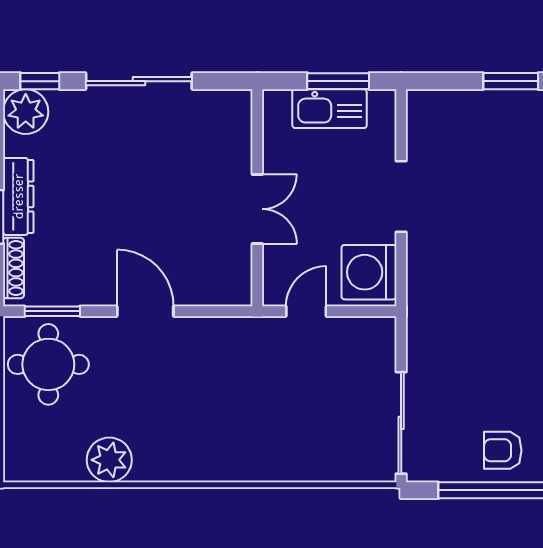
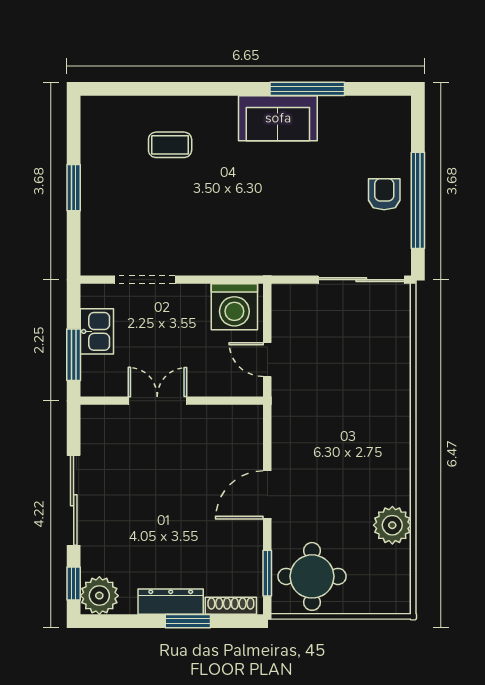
window: (338, 81) -> (74, 355), moved
kitchen sink: (330, 109) -> (97, 331), width x0.73
doorway: (401, 197) -> (145, 280), moved
double door: (257, 209) -> (157, 401), moved
armchair: (503, 450) -> (384, 194), turned 180

